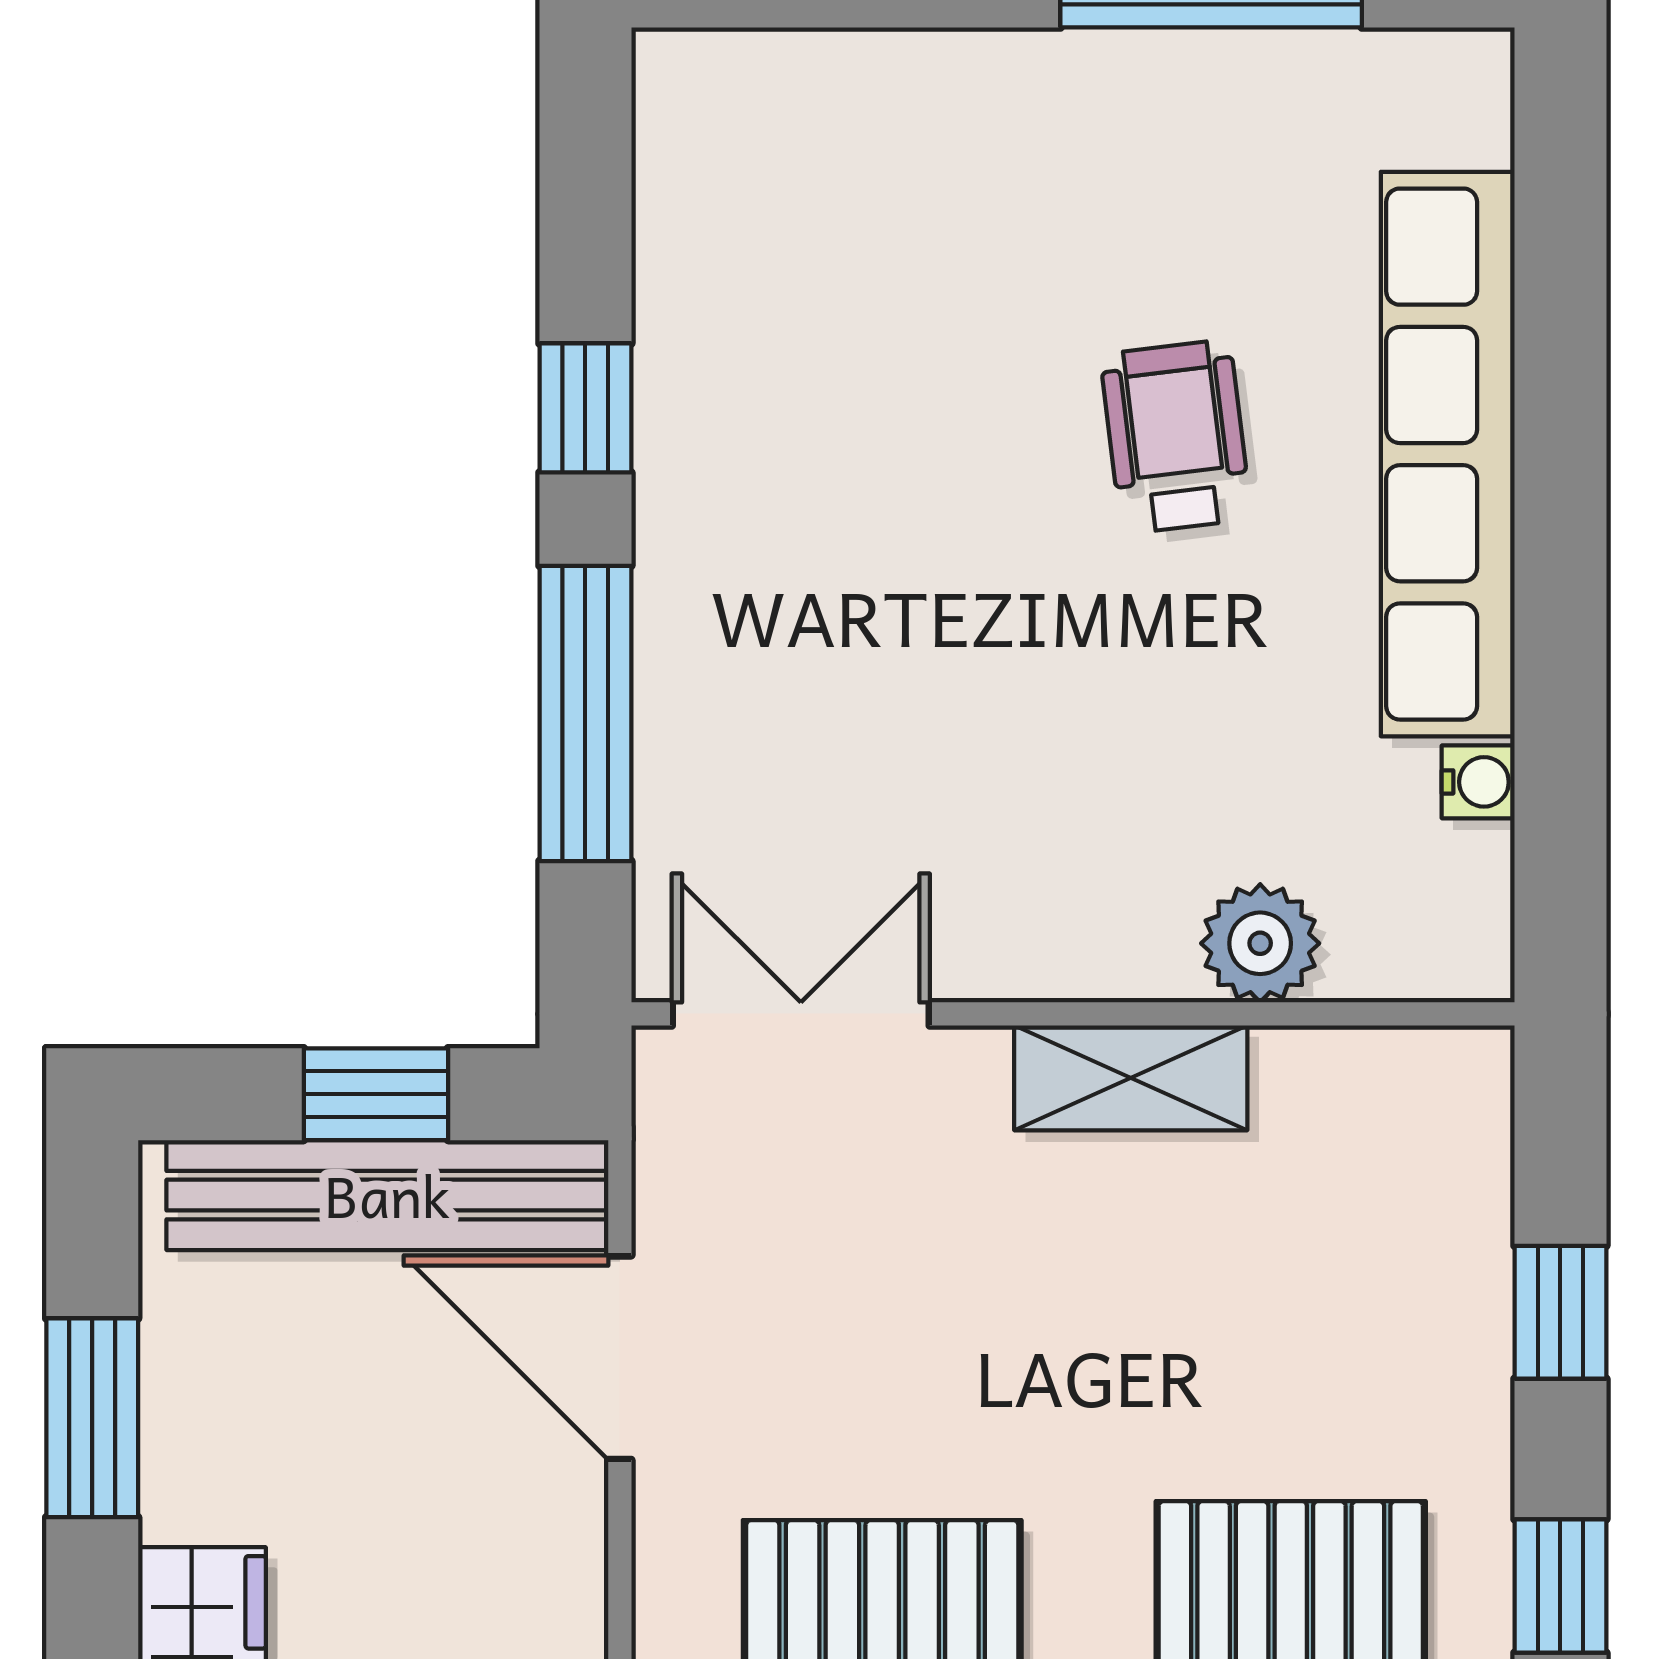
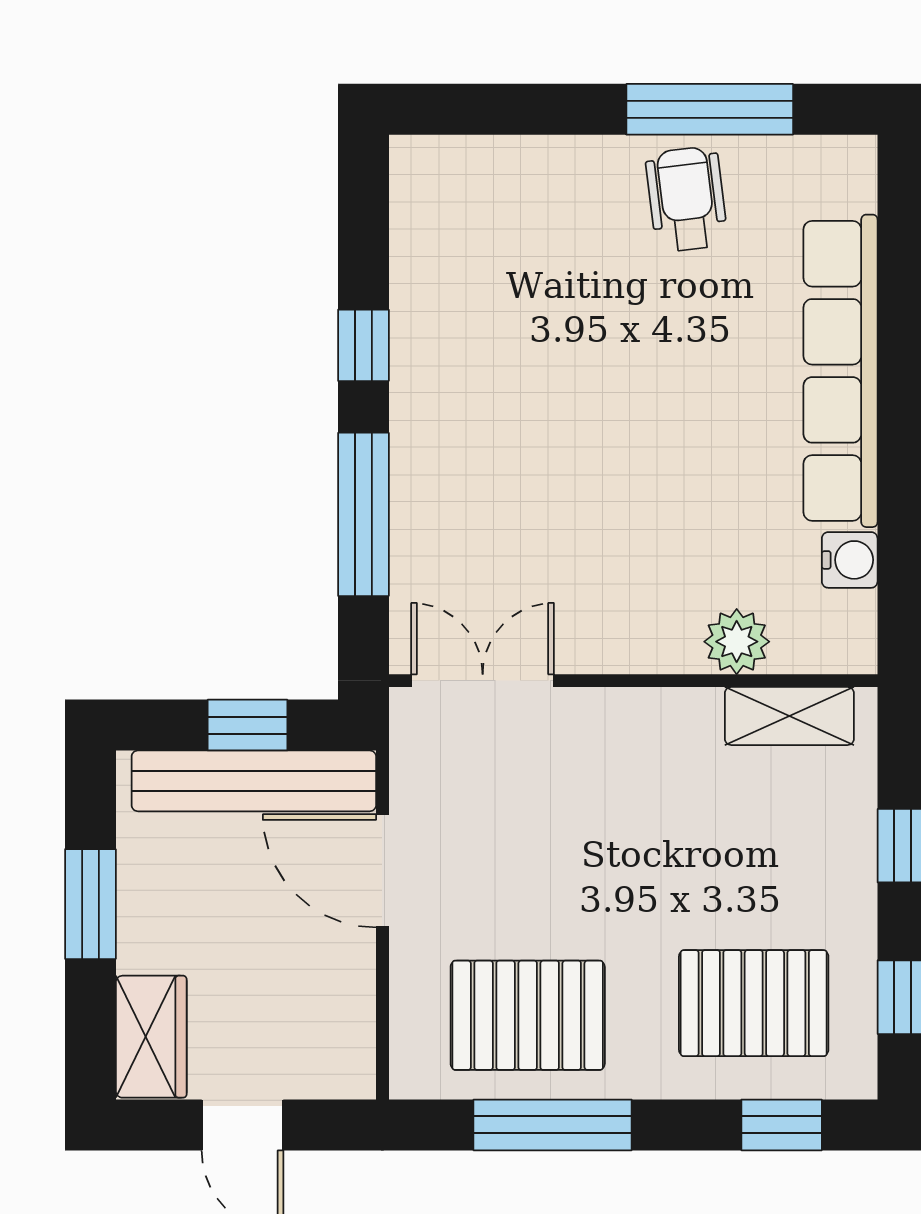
wheelchair: (1176, 437) -> (687, 199), moved
water cooler: (1478, 782) -> (850, 560), width x1.38, depth x1.38
shelving: (1131, 1078) -> (789, 716), moved

